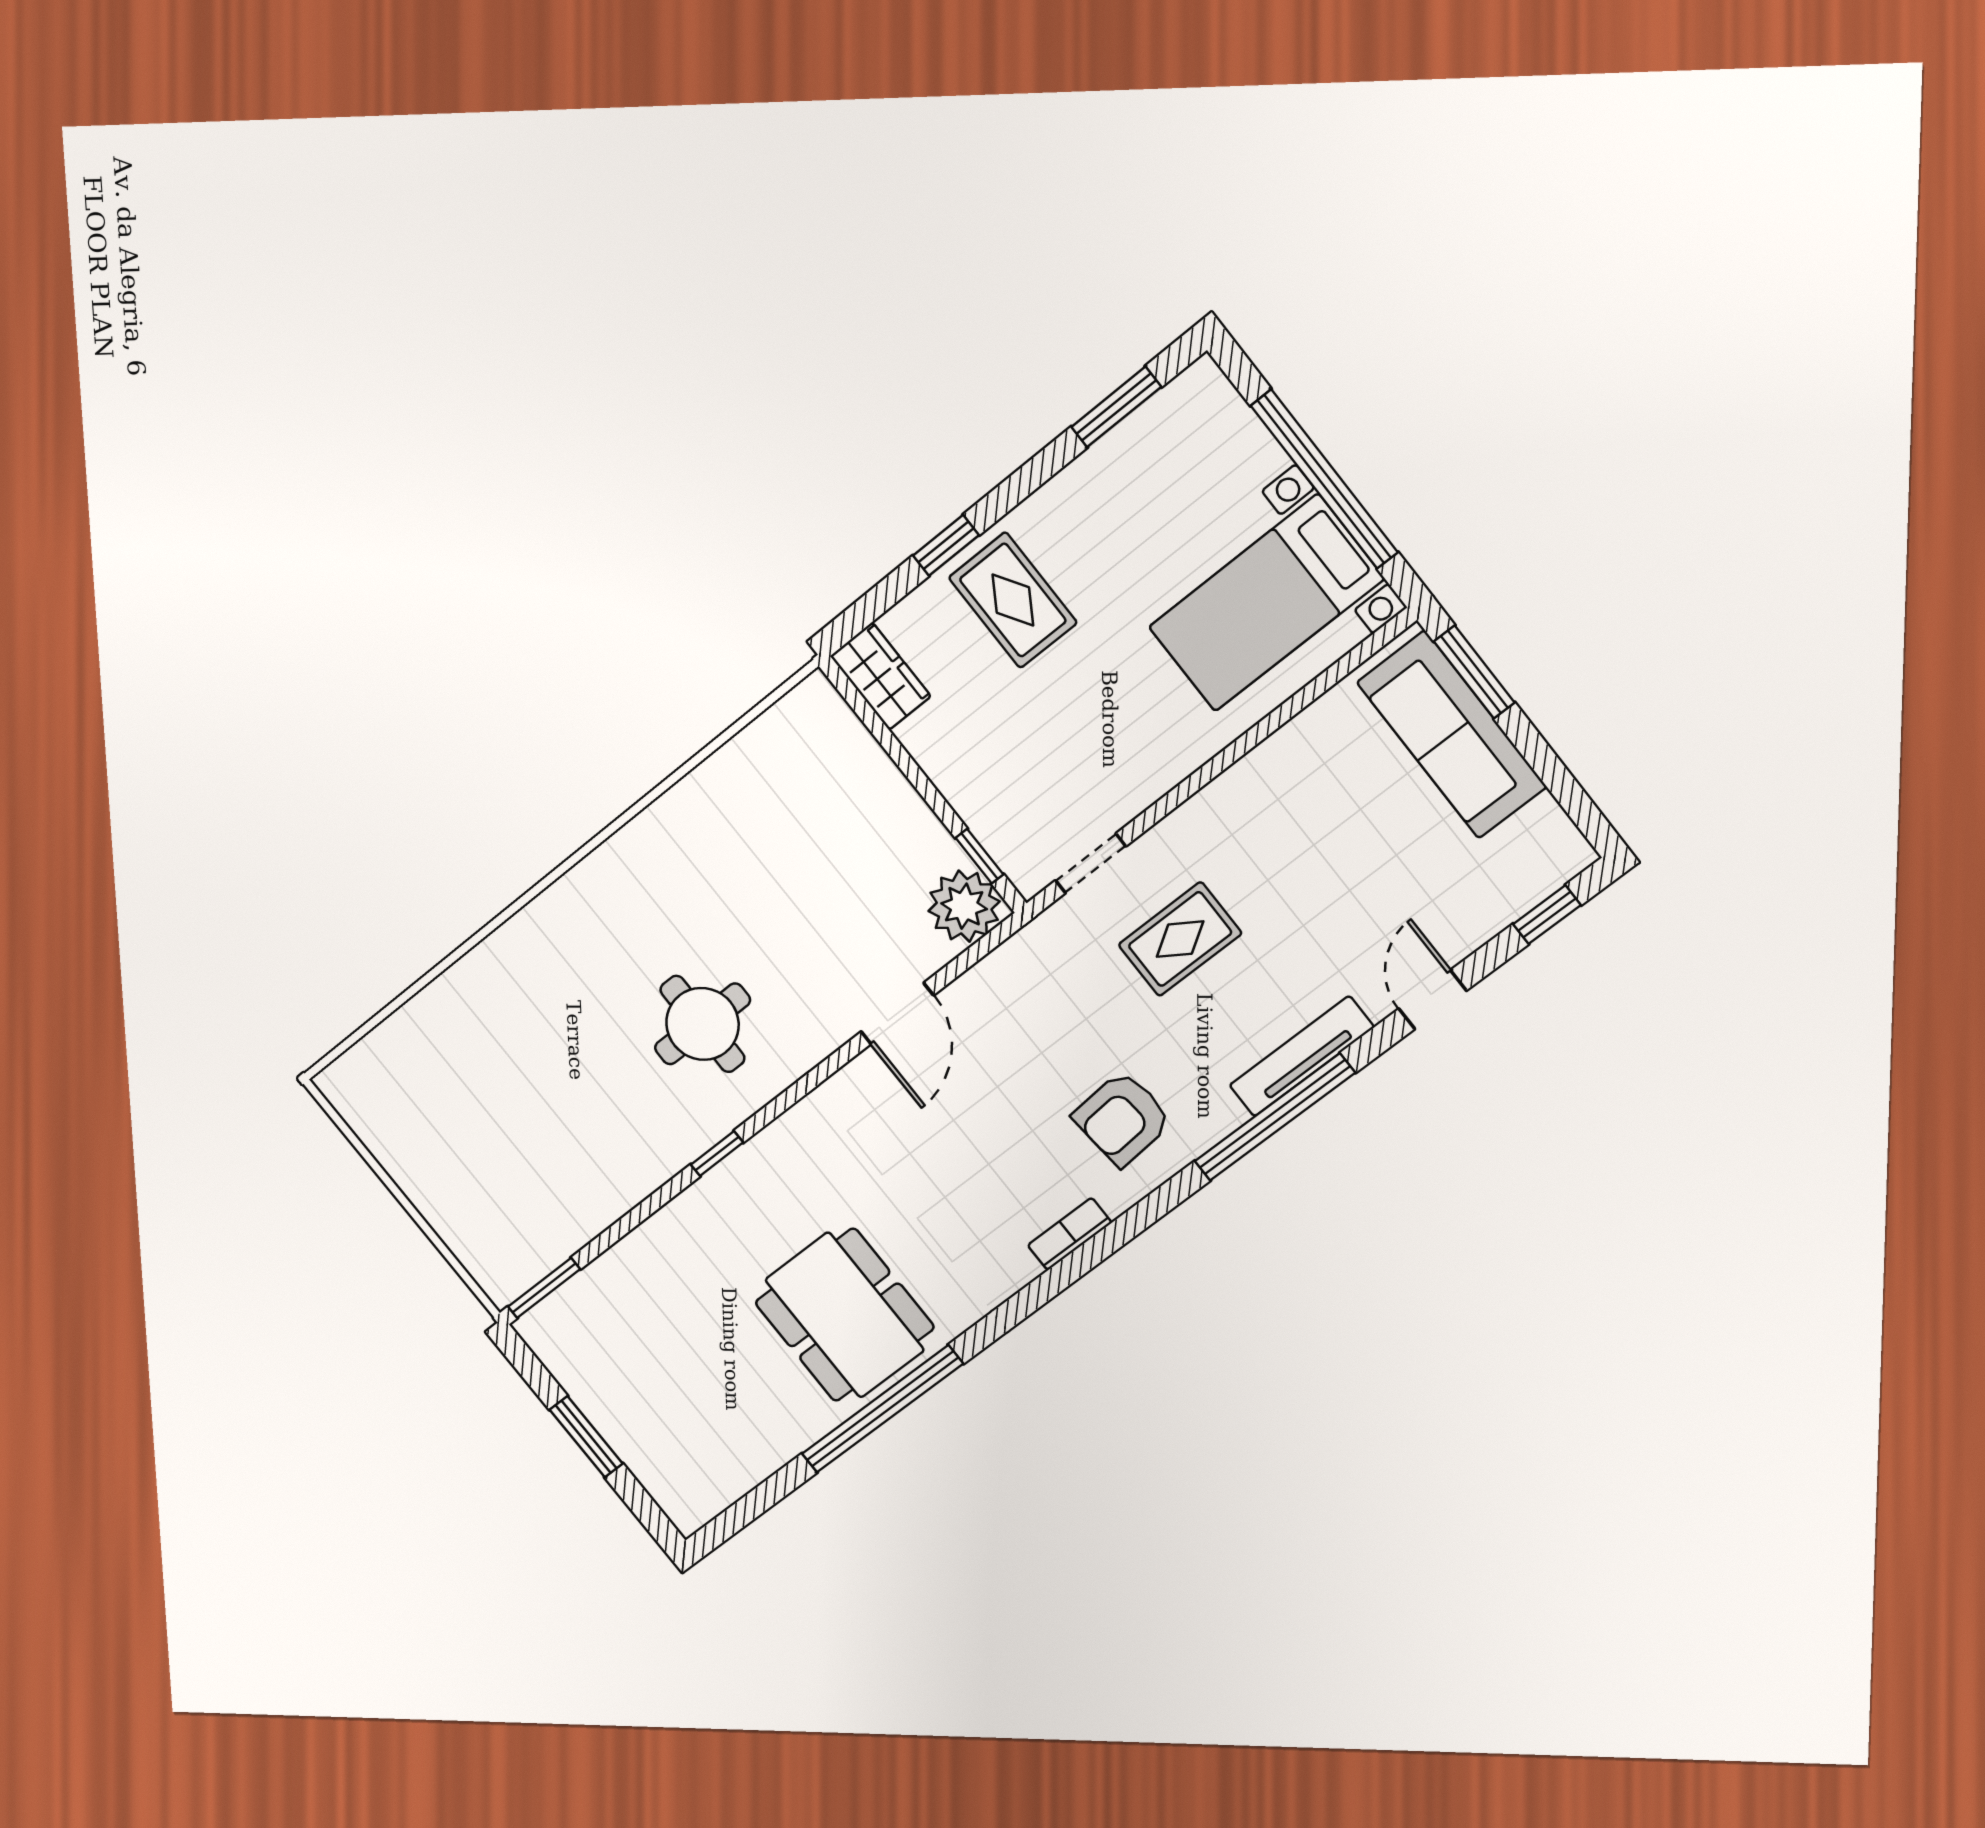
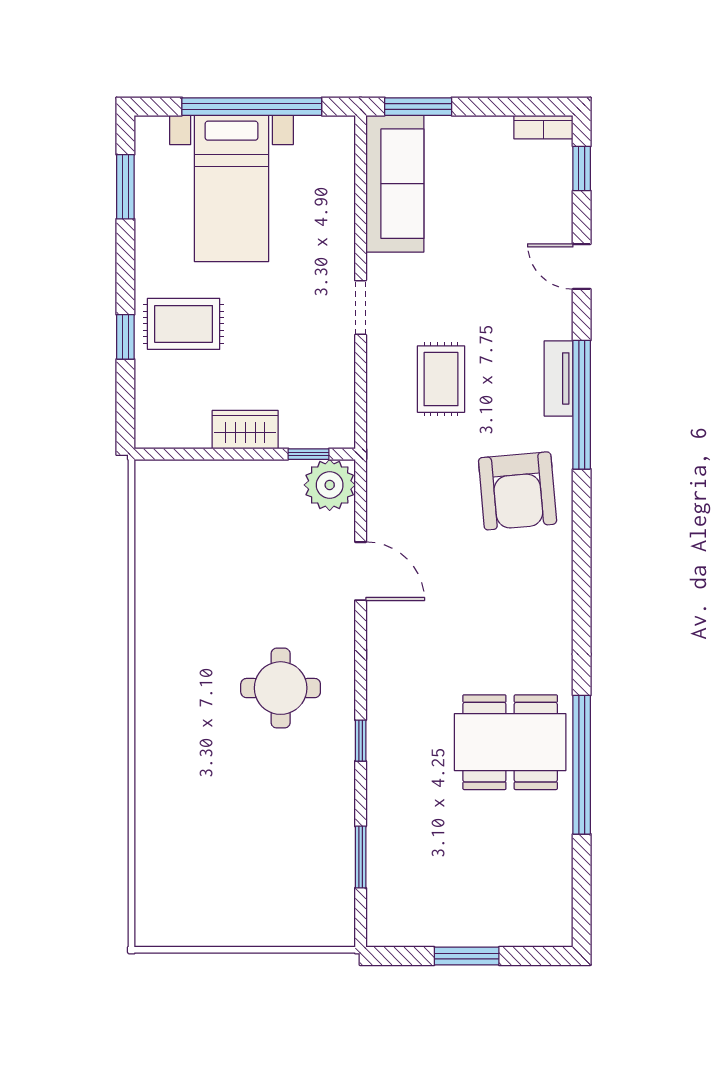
bed with nightstands: (1266, 603) -> (232, 188), moved
wardrobe: (881, 676) -> (245, 430), moved
sofa: (1452, 735) -> (395, 184), moved, turned -90
doorway: (1091, 863) -> (361, 308), moved
tv unit: (1302, 1056) -> (559, 378), width x0.71
armchair: (1122, 1118) -> (518, 491), width x1.36, depth x1.36
bookcase: (1070, 1234) -> (543, 127), moved, turned -90
window: (544, 1288) -> (361, 857), moved

